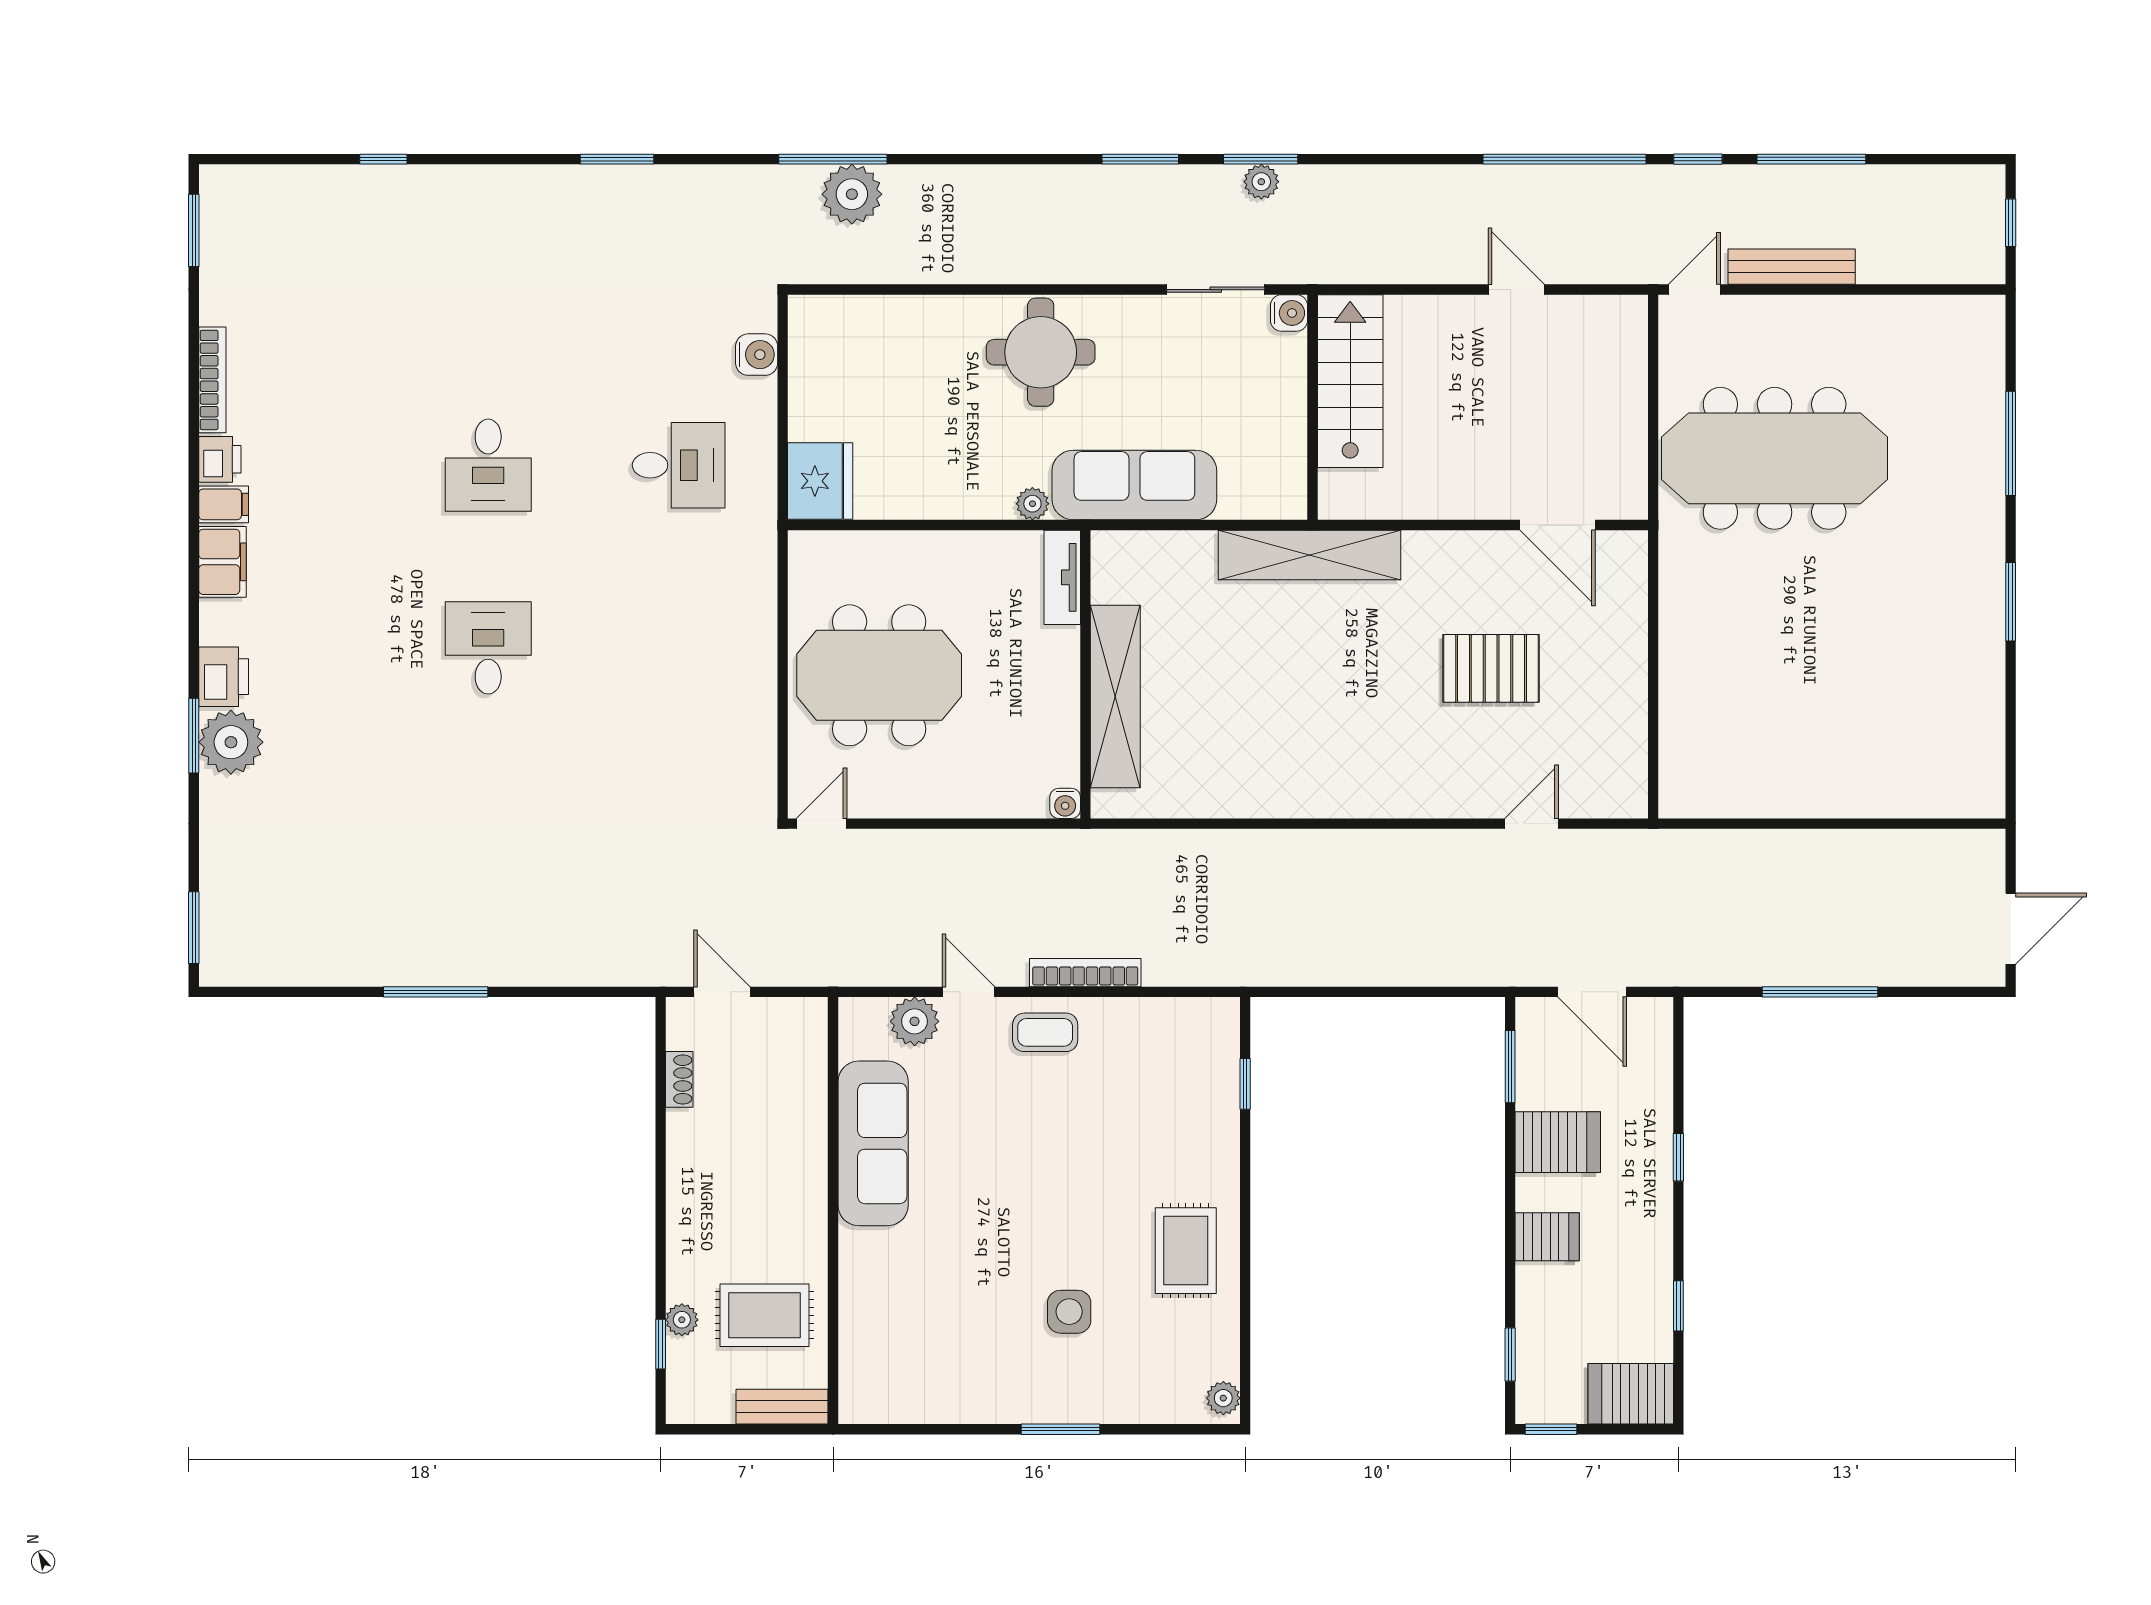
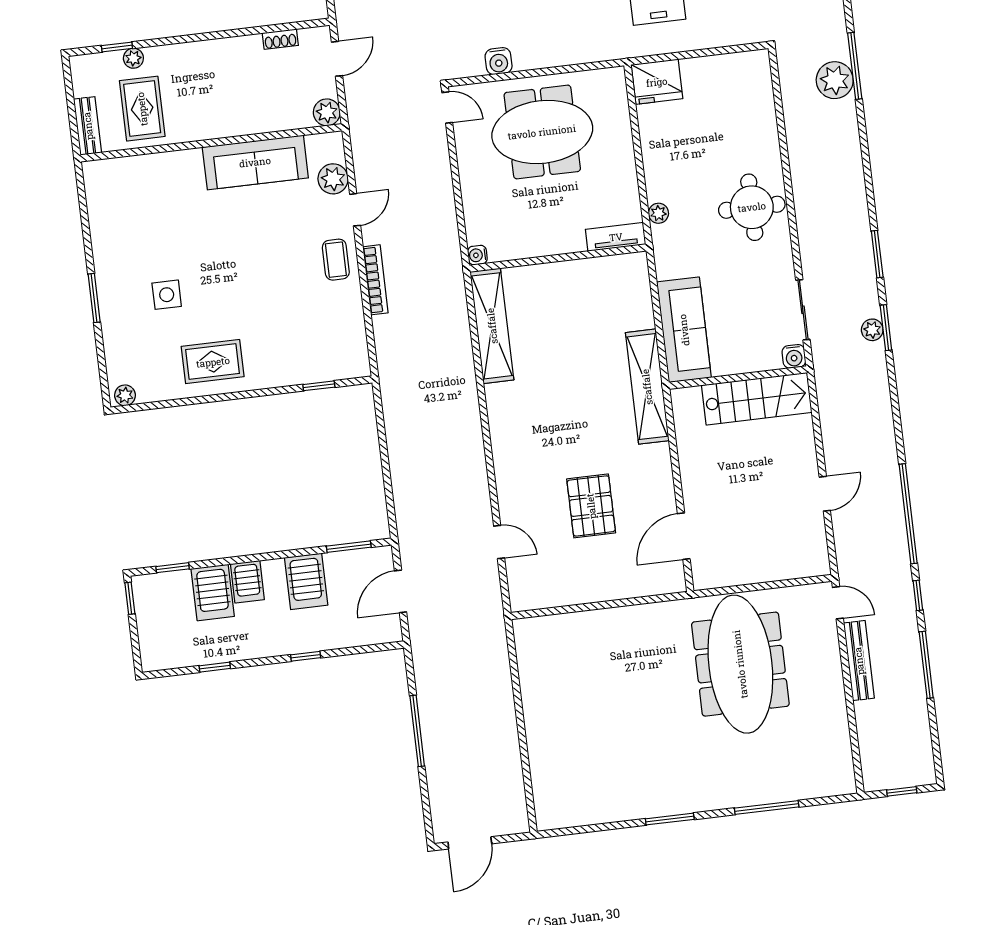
water cooler: (757, 355) -> (499, 61), moved
sofa: (1134, 485) -> (684, 330), moved
meeting table: (879, 675) -> (542, 132), turned 90
shelving: (1115, 696) -> (492, 326), moved, turned 90
door: (2011, 929) -> (470, 843), hinge flipped
plant: (806, 1019) -> (327, 112), added
server rack: (1631, 1394) -> (213, 592), moved, turned 180

